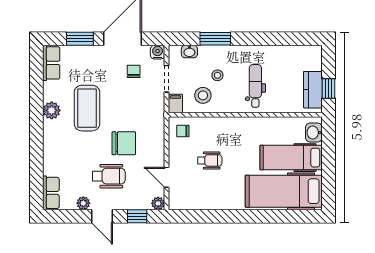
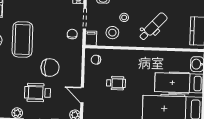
chair: (134, 71) -> (72, 34), moved
dental chair: (255, 86) -> (153, 27), turned 43
wheelchair: (109, 176) -> (38, 93), turned 180

